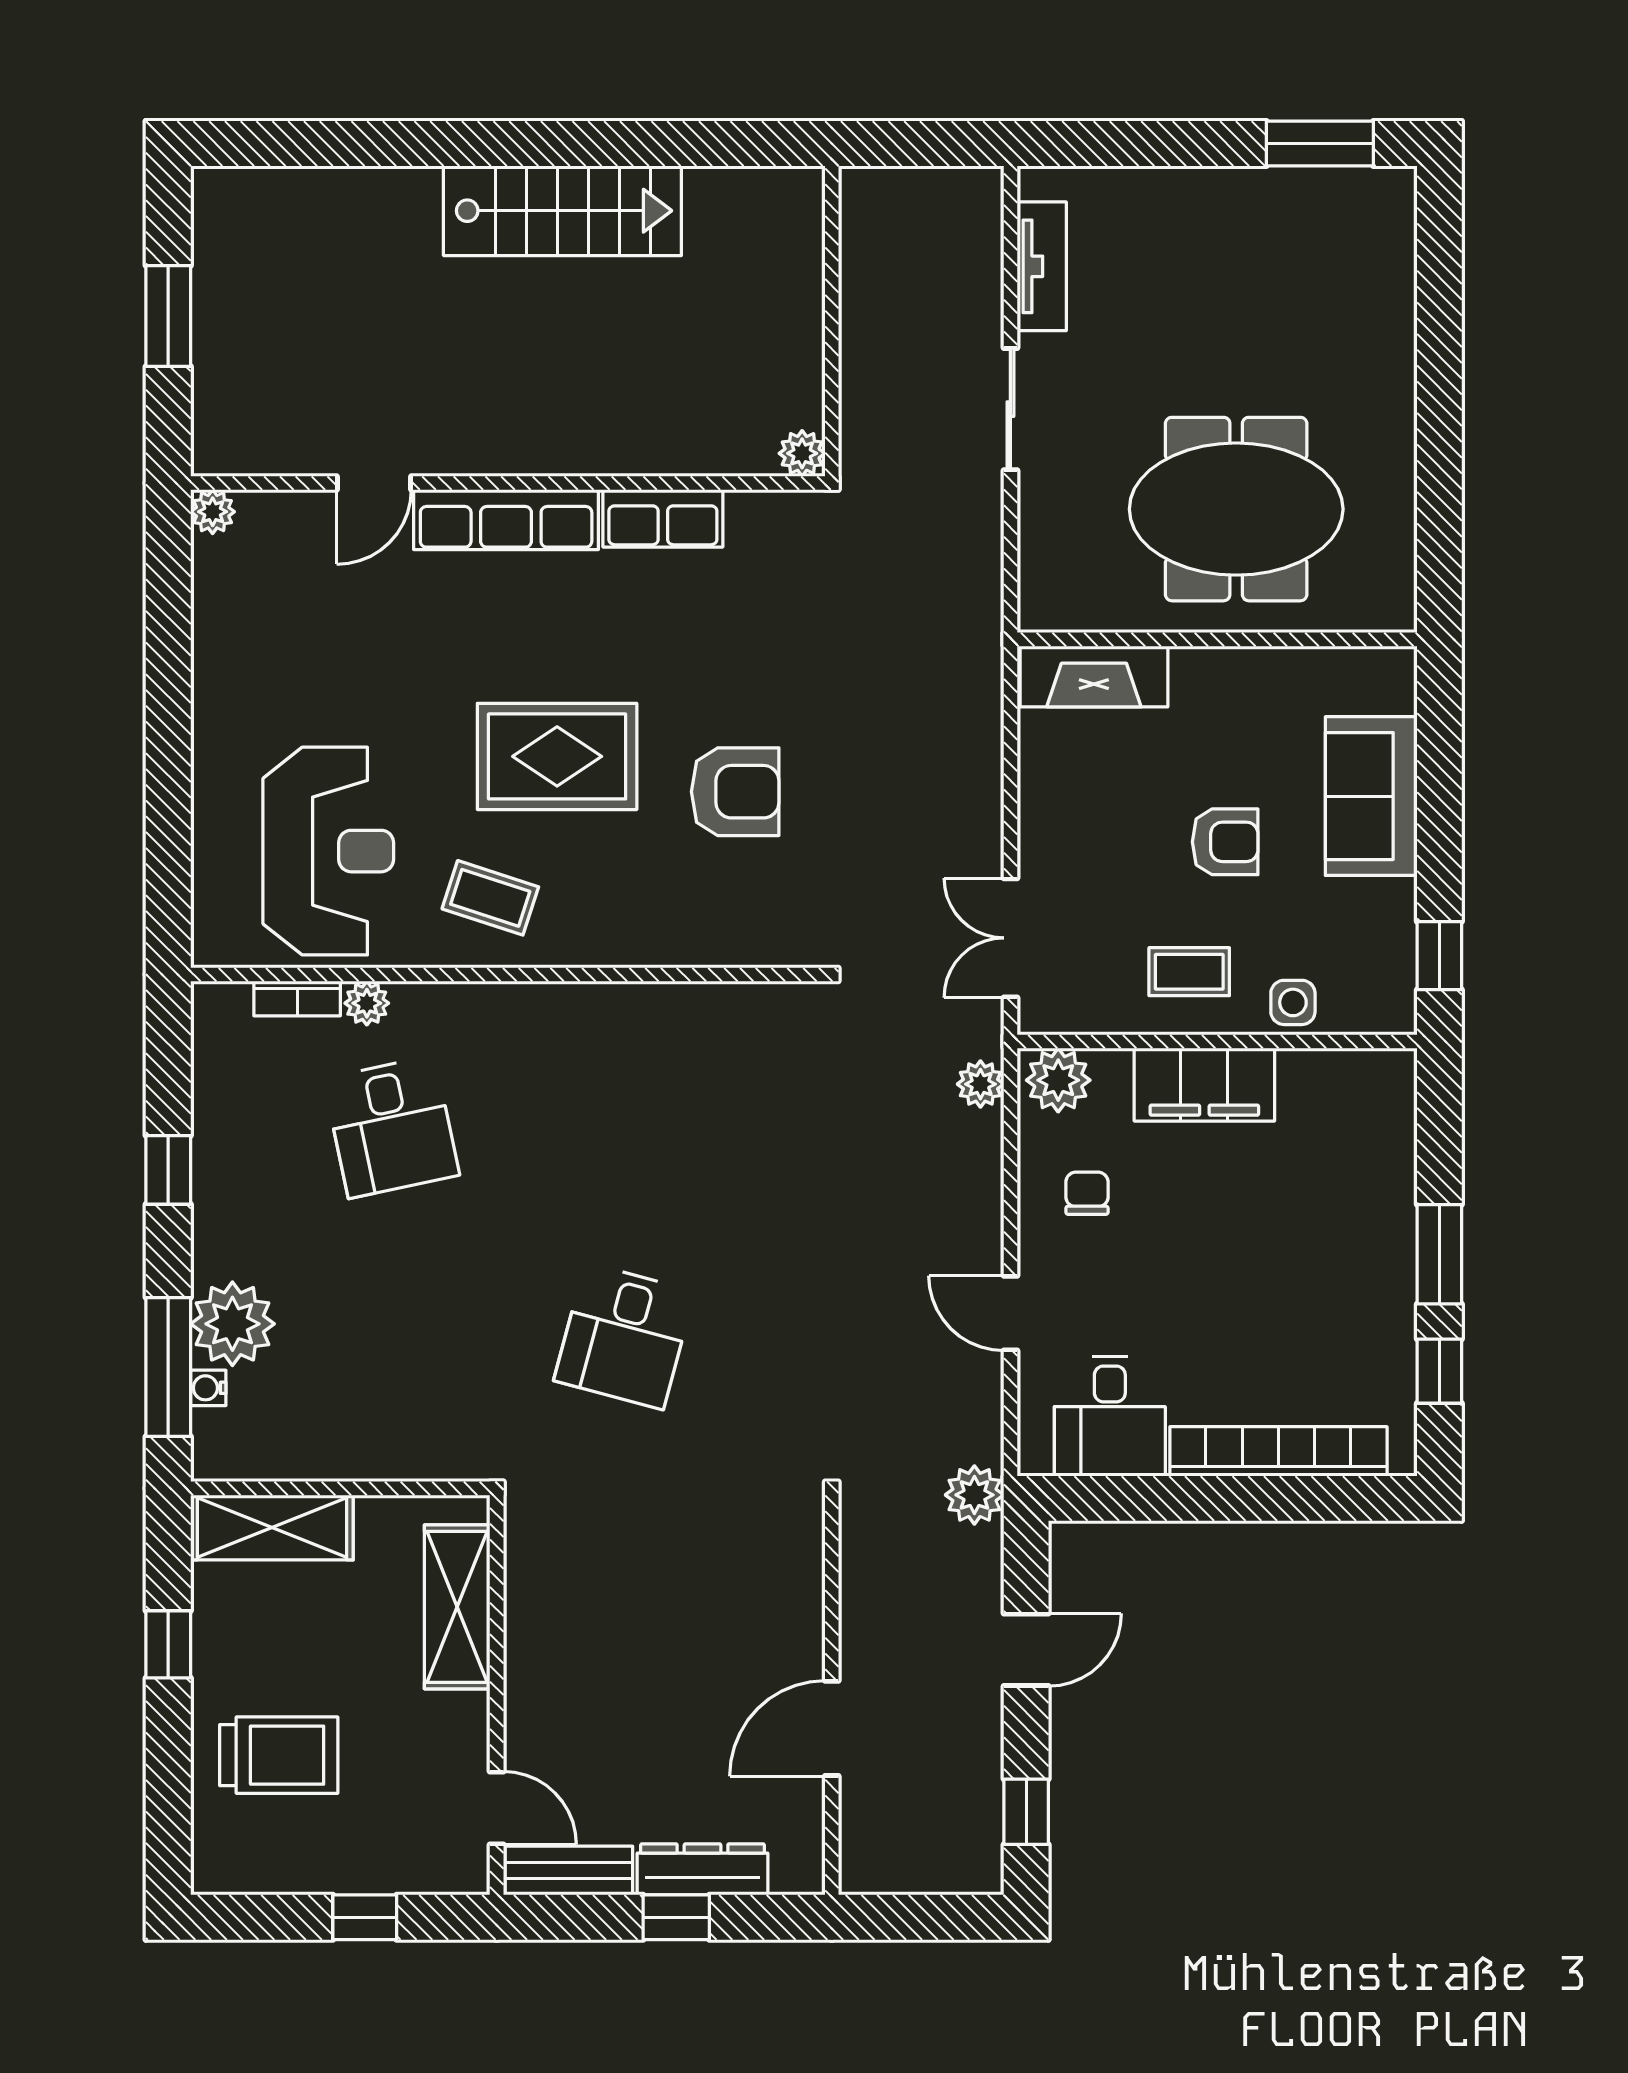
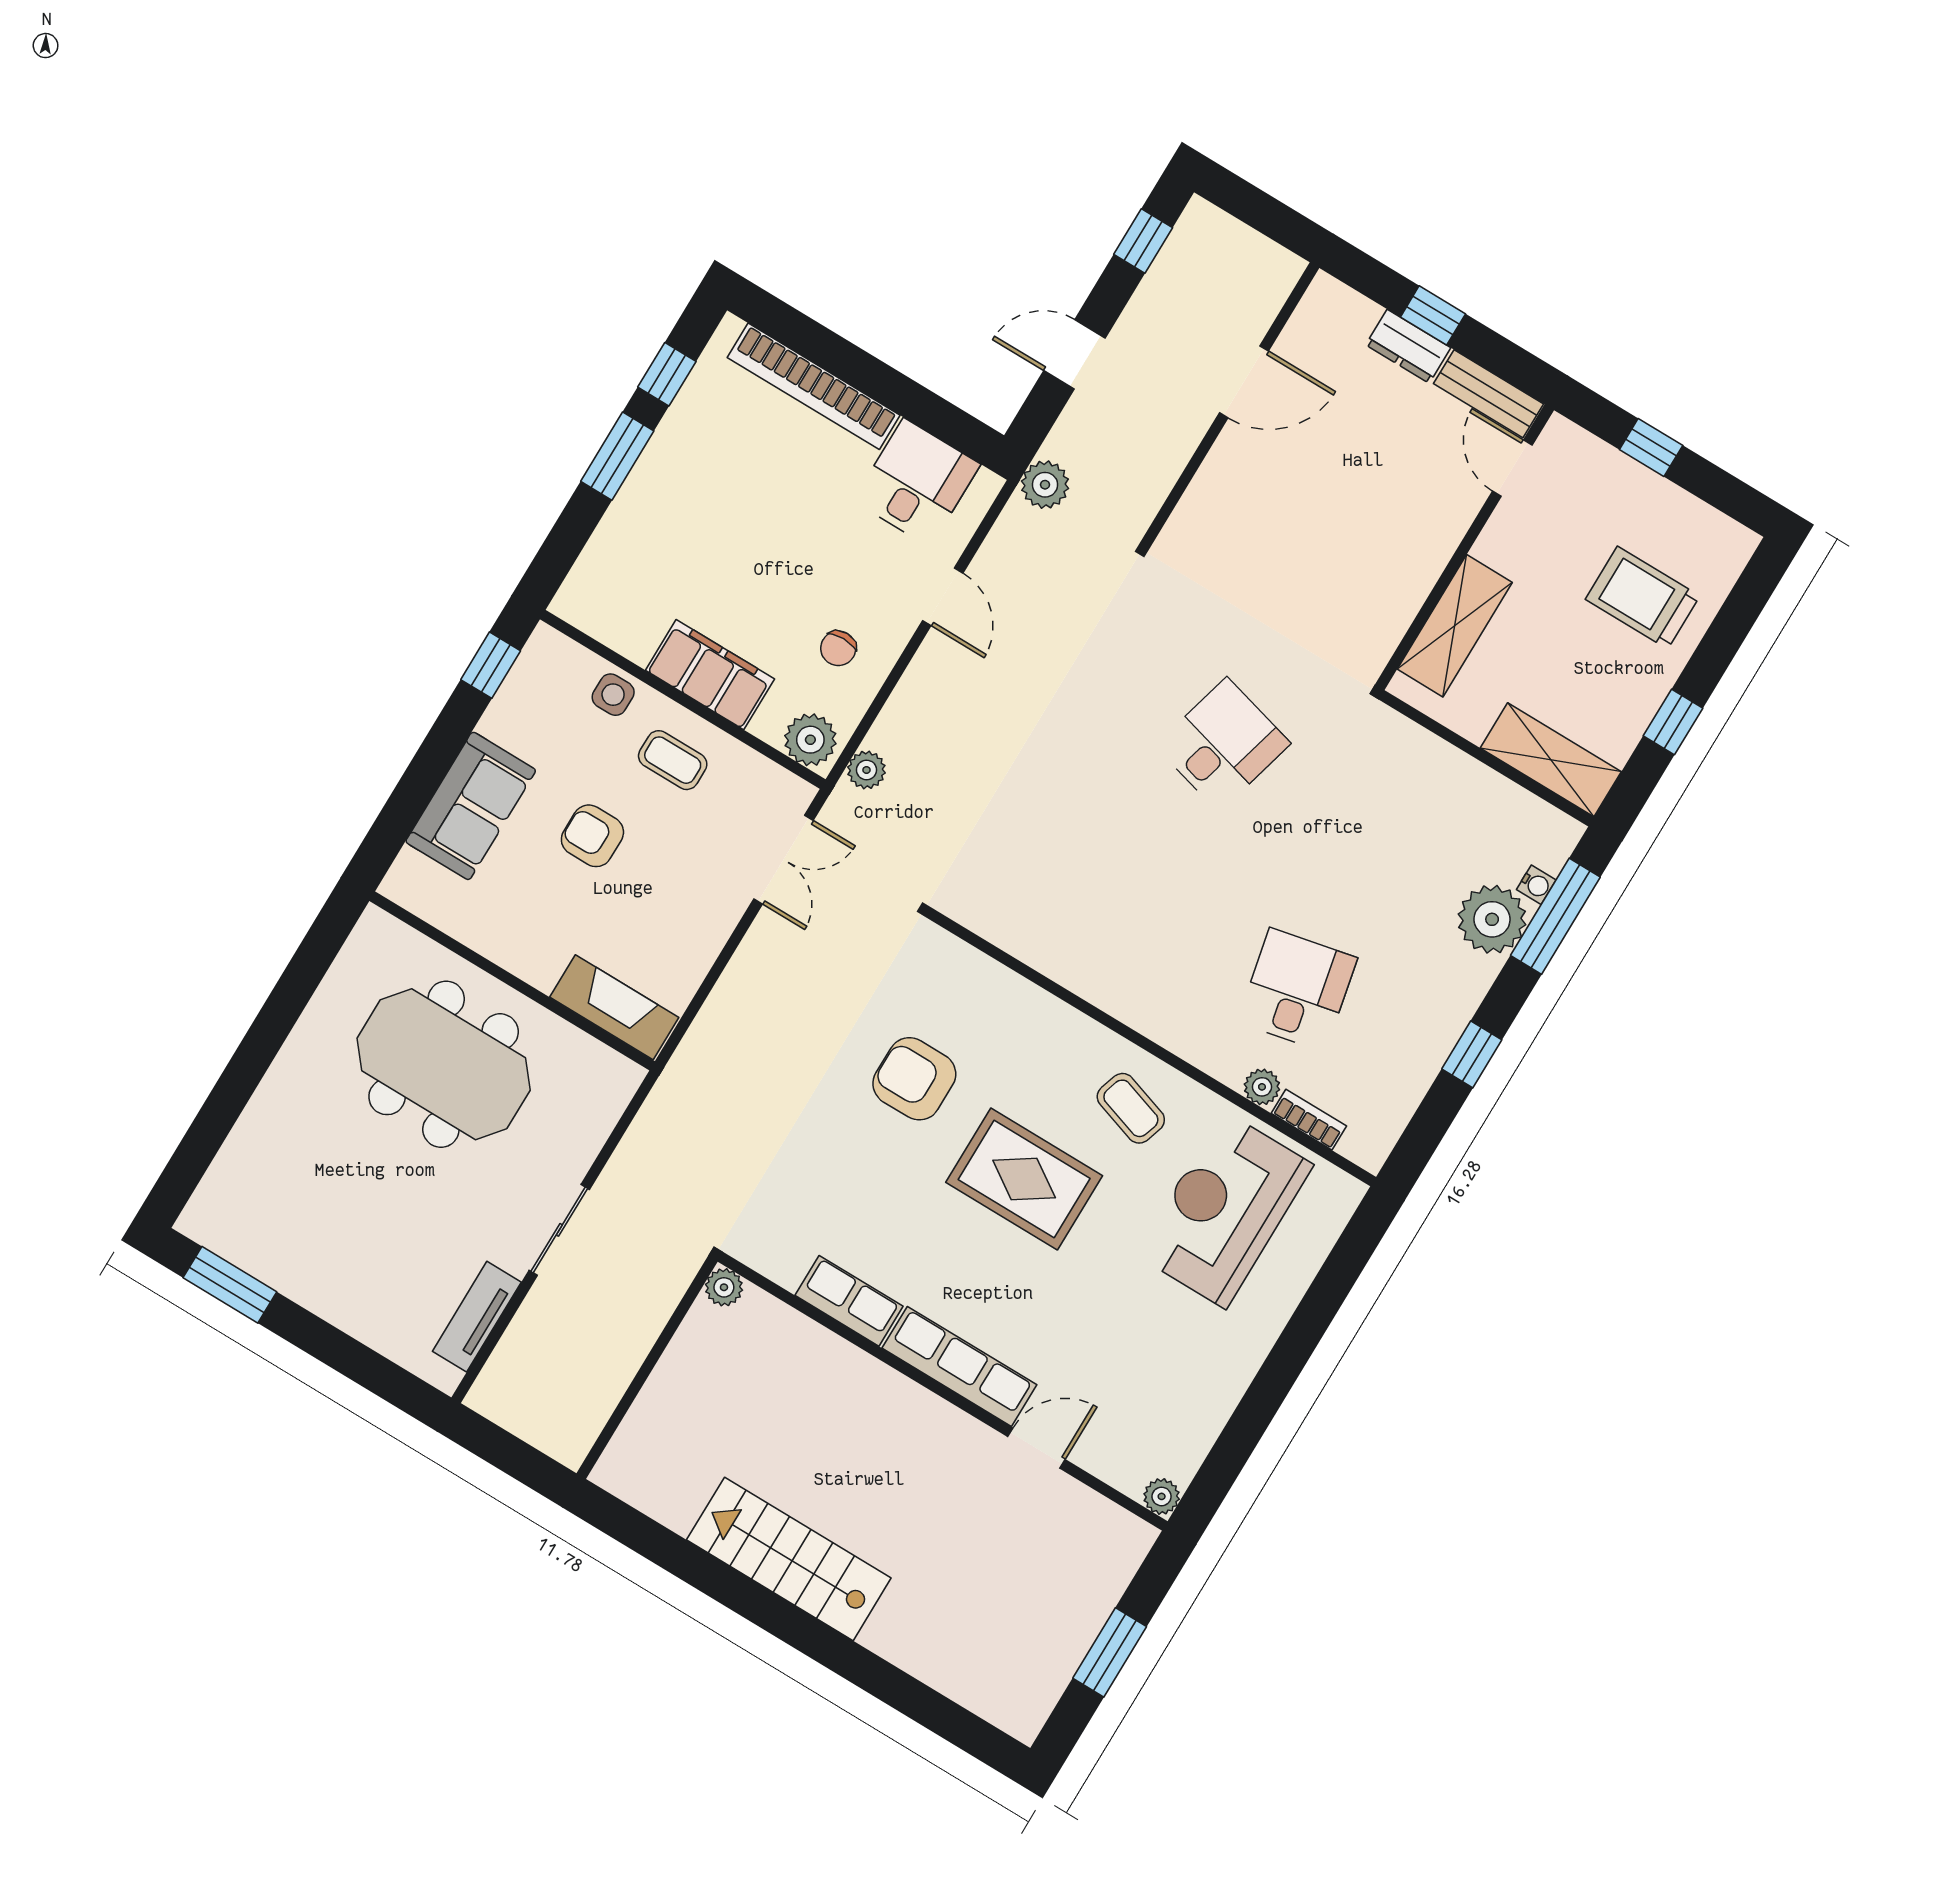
dresser: (703, 1869) -> (1408, 346), width x0.70

